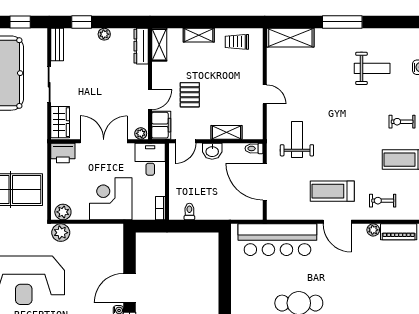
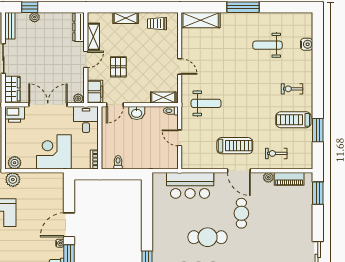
plant: (104, 34) -> (34, 17), moved
shelving: (159, 45) -> (93, 37), moved
weight bench: (372, 68) -> (267, 45), turned 180
door: (150, 100) -> (86, 59), moved
shelving: (227, 132) -> (163, 98), moved
weight bench: (297, 139) -> (206, 103), turned 90
door: (265, 182) -> (180, 138), width x0.53
treadmill: (332, 191) -> (235, 146), turned 180
bar counter: (277, 240) -> (190, 185), width x0.73
cafe table: (340, 274) -> (241, 213), added

